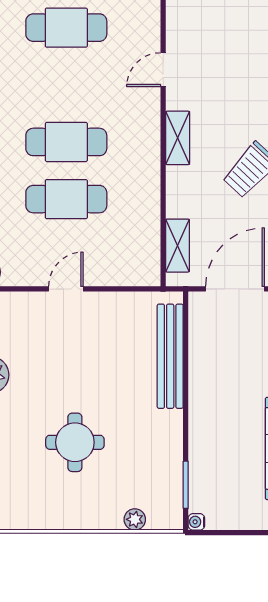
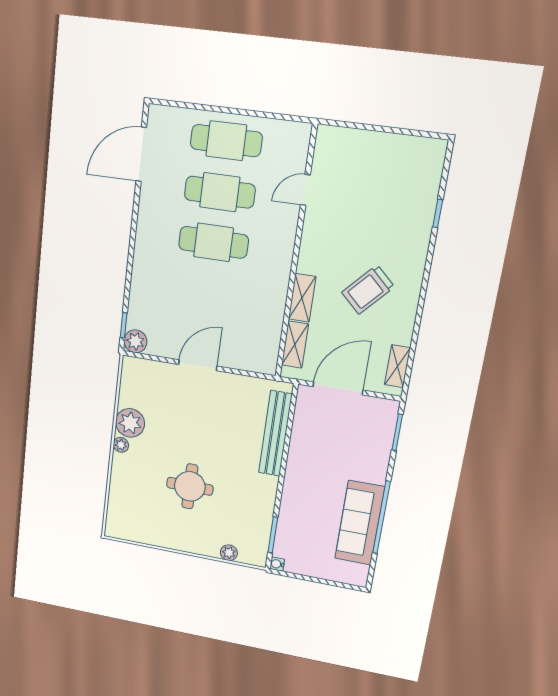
shelving: (178, 138) -> (302, 298), moved
cafe table: (66, 199) -> (220, 192), moved
door: (66, 289) -> (198, 365), width x1.38

